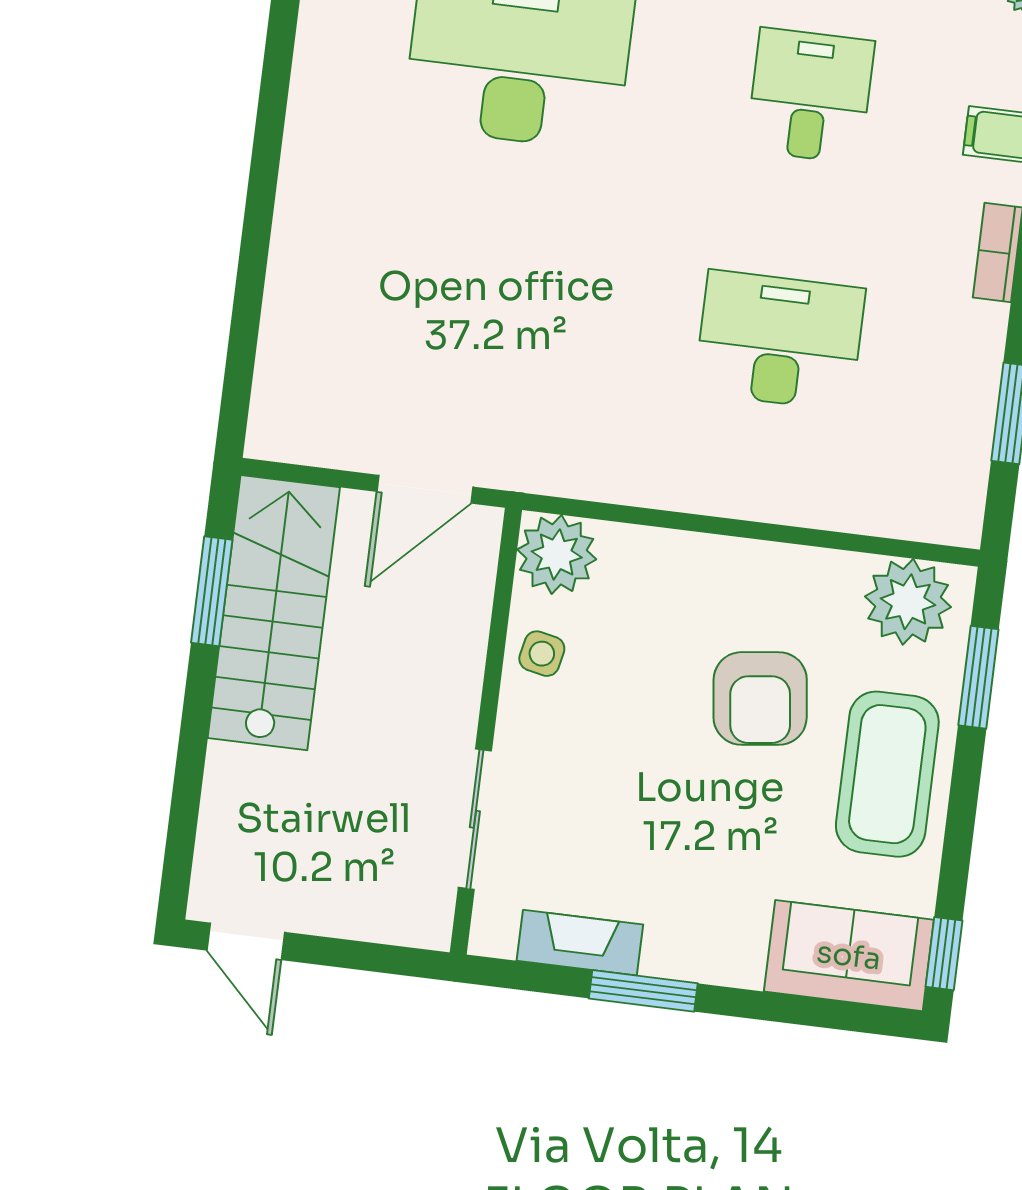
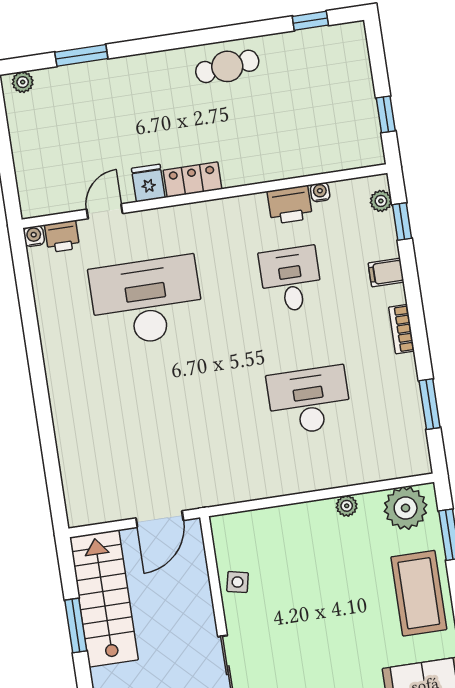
plant: (557, 554) -> (347, 506), moved, width x0.53, depth x0.53
window: (212, 591) -> (76, 626), moved
armchair: (760, 698) -> (348, 574), removed

